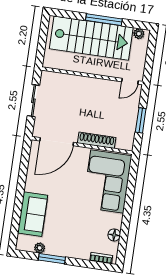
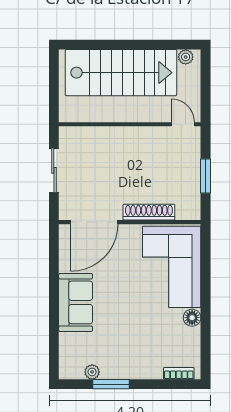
window: (104, 20) -> (135, 45), removed
door: (130, 81) -> (183, 124), swing flipped
sofa: (33, 214) -> (76, 302), moved
floor lamp: (114, 235) -> (192, 318), moved

